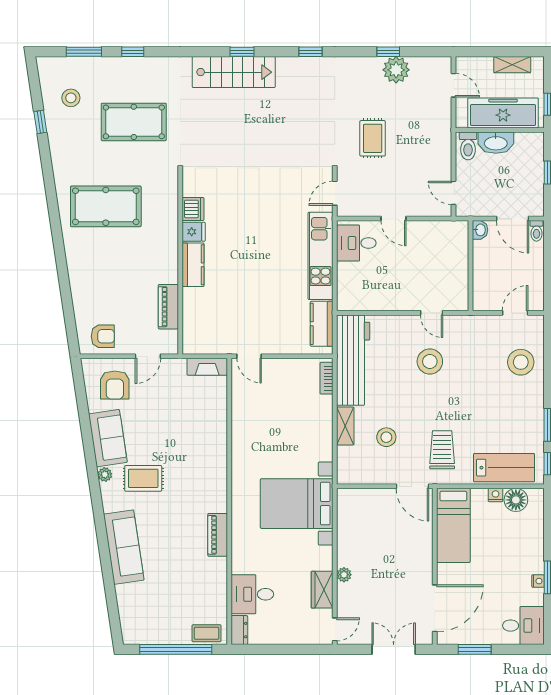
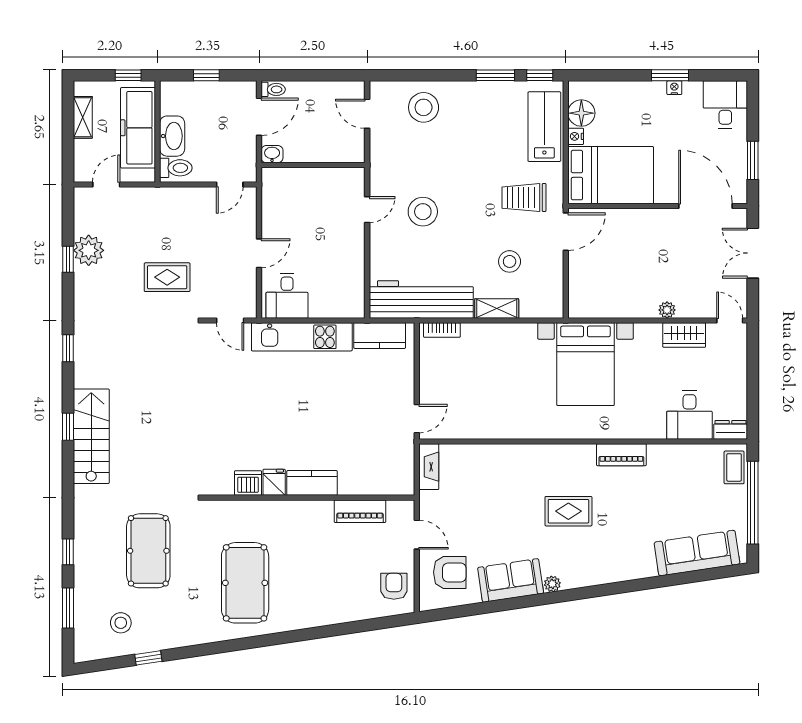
rug: (143, 478) -> (568, 511), moved, turned 90
bed: (453, 525) -> (611, 175), width x1.50
sofa: (124, 547) -> (697, 553), moved

